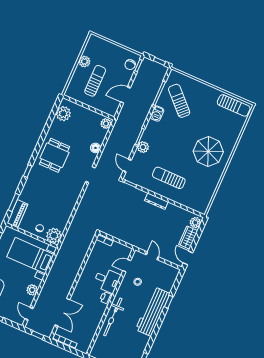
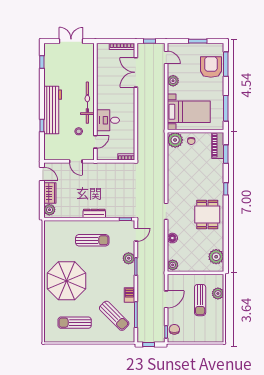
plant: (84, 62) -> (218, 293), moved
sun lounger: (234, 105) -> (75, 323), moved
parasol: (208, 151) -> (66, 281), width x1.36, depth x1.36
door: (127, 166) -> (136, 235), hinge flipped
printer: (106, 298) -> (101, 104), removed
bicycle: (113, 317) -> (87, 103), moved

